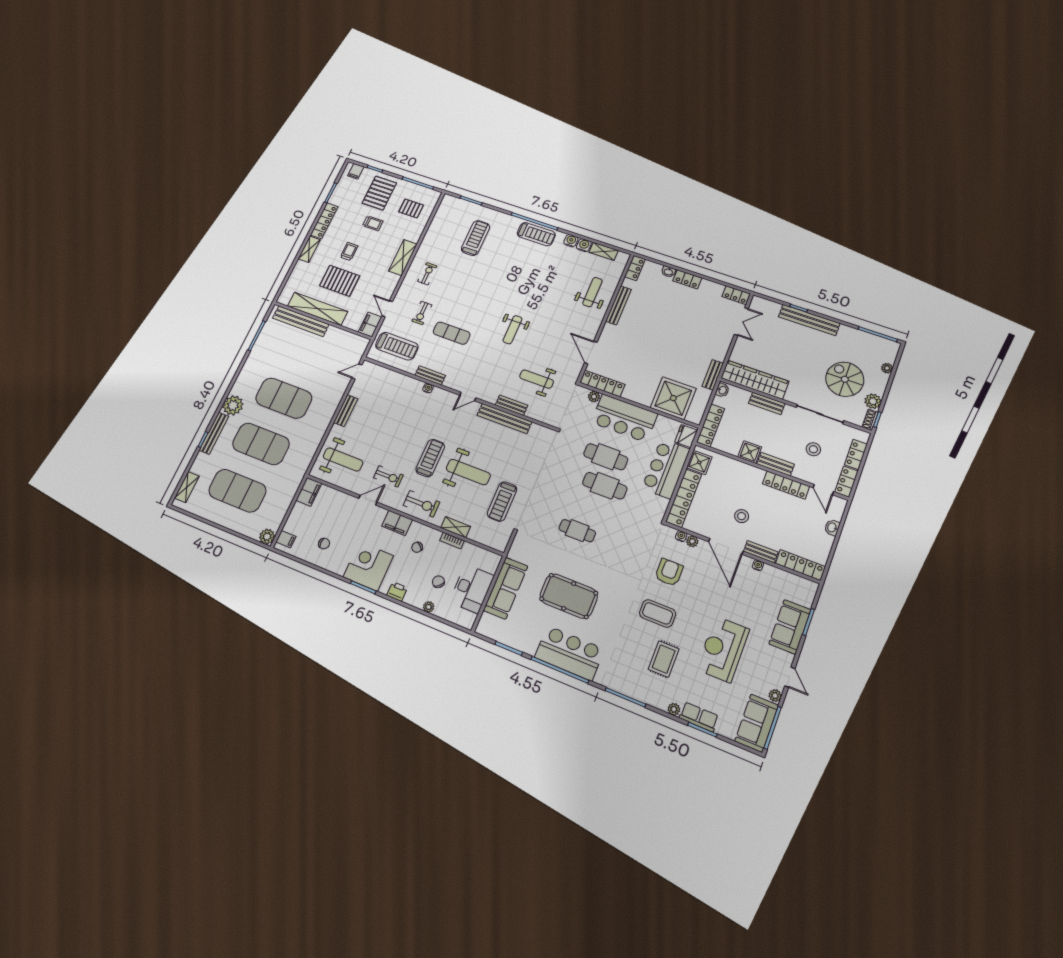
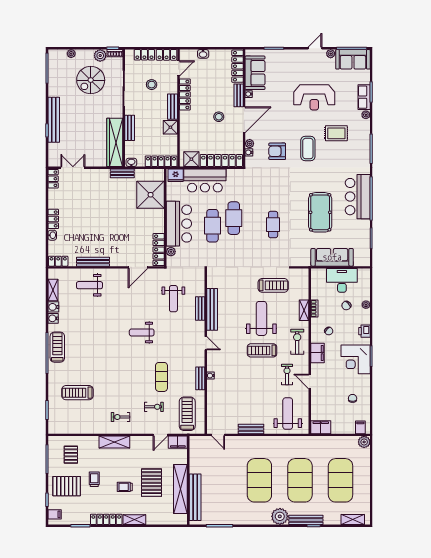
weight bench: (512, 330) -> (142, 332), turned 180
sofa: (790, 627) -> (255, 73), moved, turned -90

